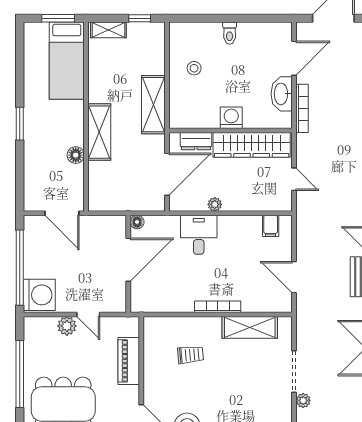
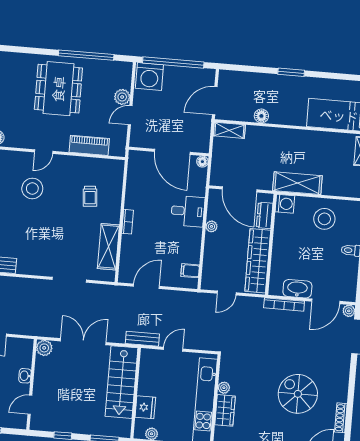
door: (294, 58) -> (326, 301), hinge flipped
stool: (194, 68) -> (324, 219), width x1.89, depth x1.89
washing machine: (231, 118) -> (285, 204), moved
shelving: (99, 132) -> (229, 130), moved, width x0.67, depth x0.75
bookcase: (218, 307) -> (127, 222), width x0.64
plant: (303, 400) -> (349, 311), moved

